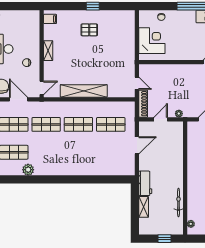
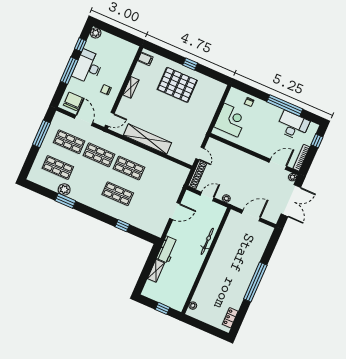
pallet: (89, 30) -> (177, 85), width x2.05, depth x2.00
shop shelf: (111, 124) -> (118, 194), moved
window: (34, 179) -> (65, 201), added
window: (95, 179) -> (122, 226), added
bicycle: (178, 203) -> (207, 241), moved

